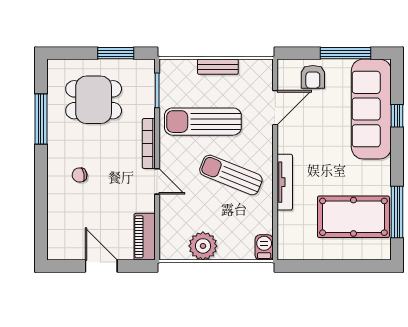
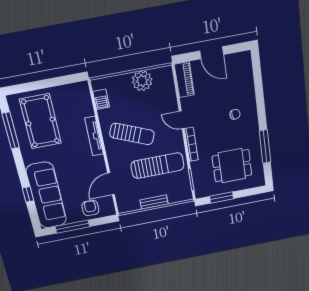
pool table: (353, 217) -> (40, 121), turned 90
barbecue: (264, 247) -> (101, 99), moved

